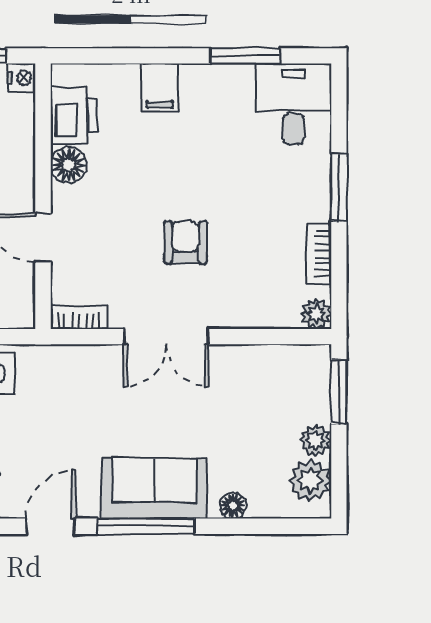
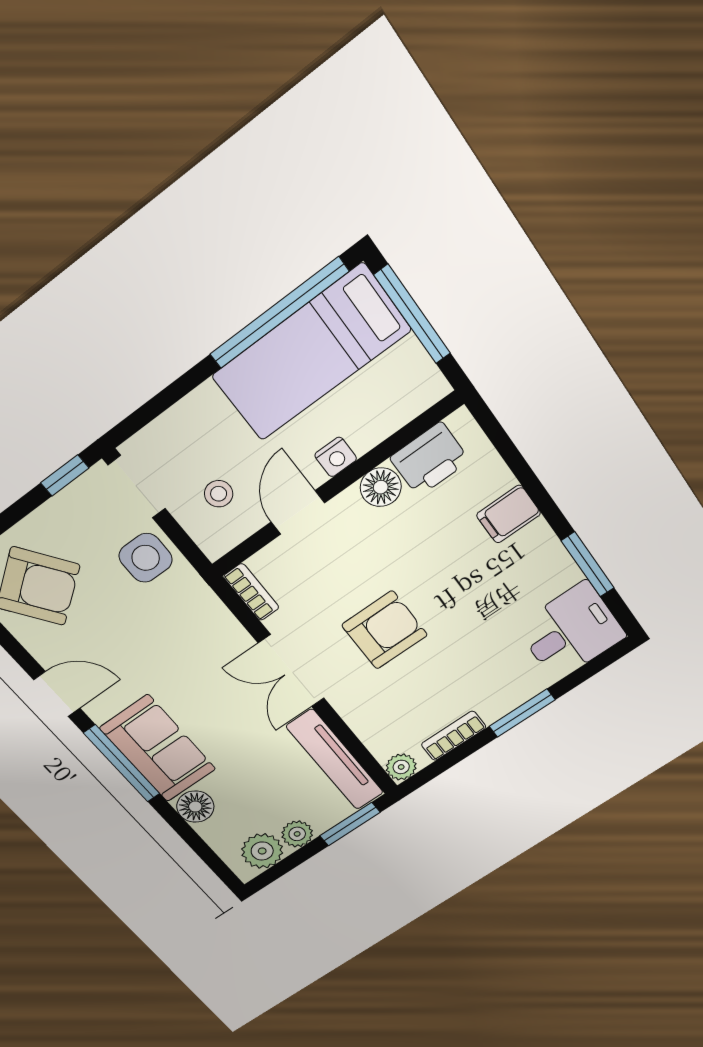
nightstand: (22, 78) -> (336, 457), moved
armchair: (185, 242) -> (385, 630), width x1.38, depth x1.38
tv unit: (270, 360) -> (335, 760), added
floor lamp: (233, 505) -> (195, 807), width x1.37, depth x1.37

